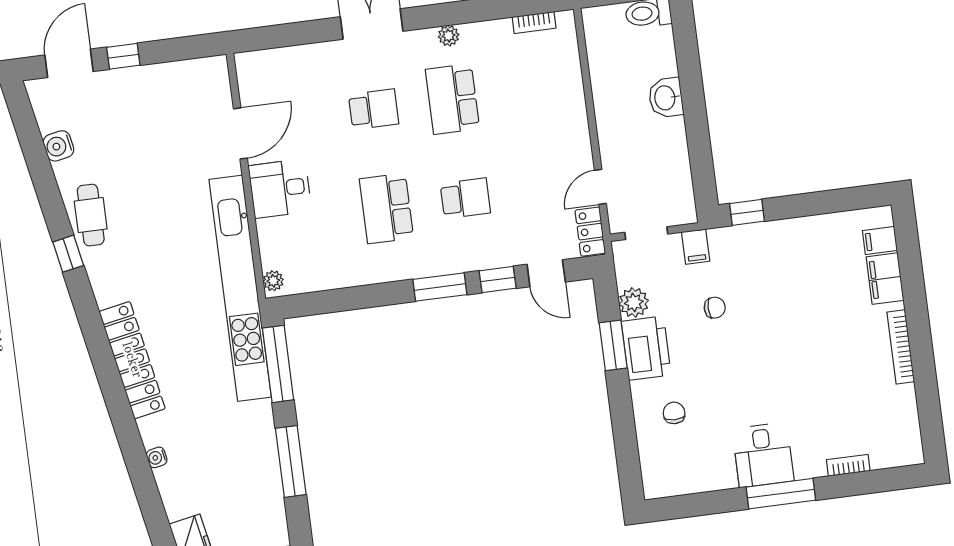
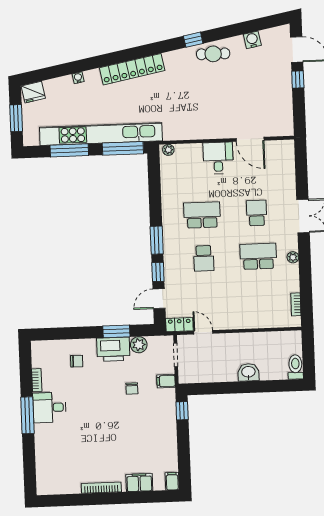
school desk: (374, 109) -> (257, 213), turned 180
filing cabinet: (880, 241) -> (172, 481), moved
kitchen unit: (240, 288) -> (101, 134), moved
bookcase: (848, 465) -> (37, 380), moved

